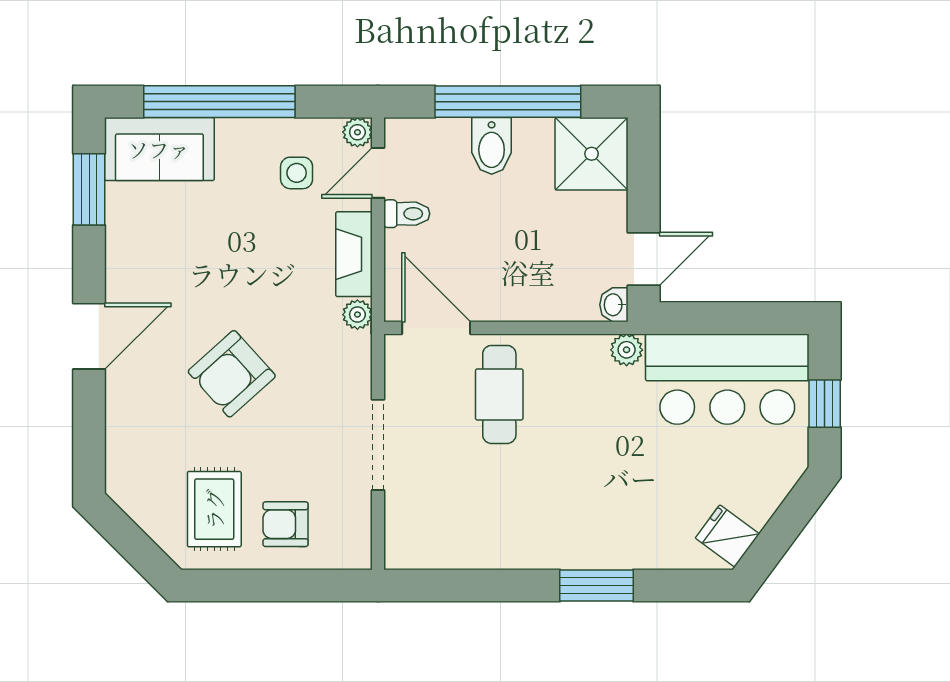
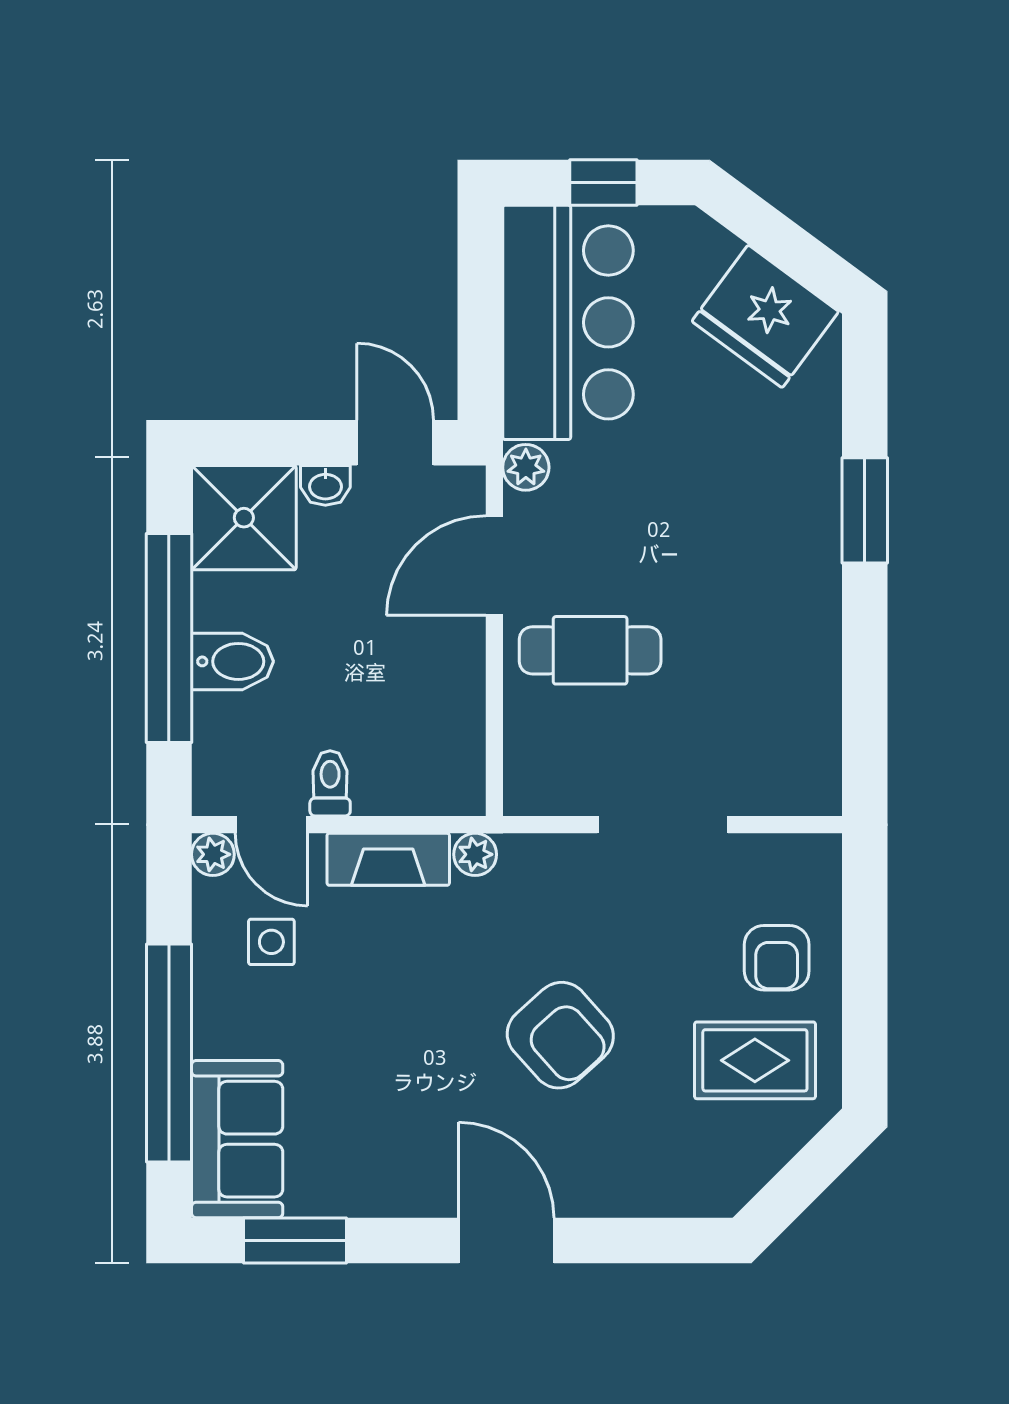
washbasin: (614, 305) -> (325, 485), moved
door: (436, 328) -> (494, 566), moved
fridge: (727, 536) -> (765, 316), width x1.88, depth x1.34

